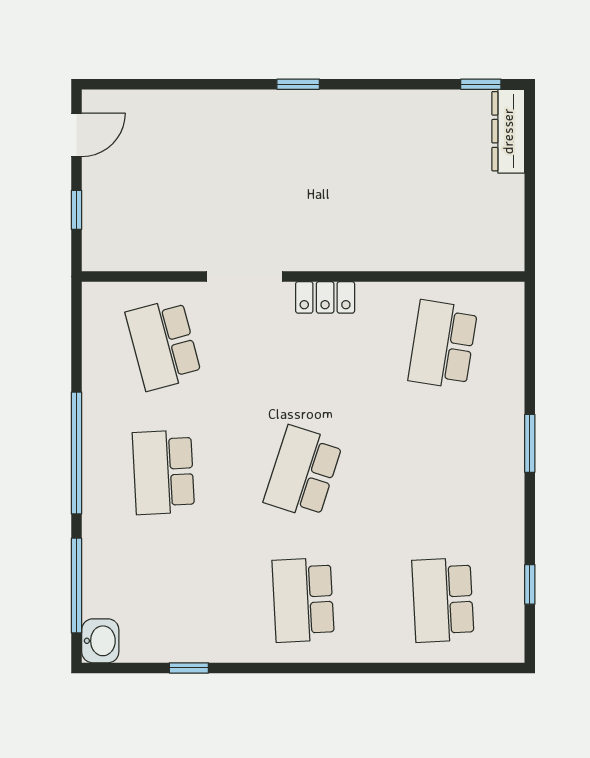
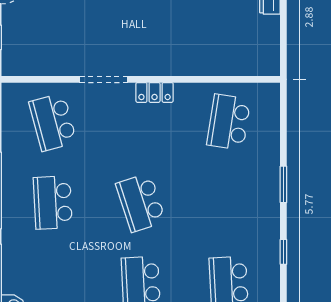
school desk: (303, 472) -> (141, 203), turned -36
window: (530, 584) -> (283, 252), moved

